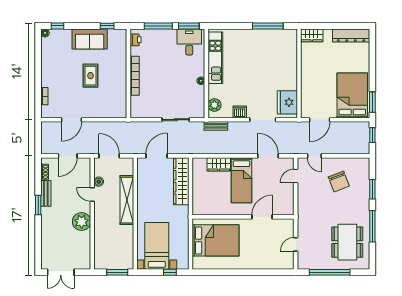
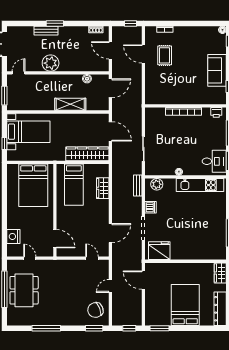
rug: (90, 76) -> (165, 55), moved, turned 90
bed: (352, 95) -> (185, 305), moved, turned -90
window: (38, 134) -> (130, 23), added
door: (314, 156) -> (110, 286), moved
bed: (241, 180) -> (74, 185), moved, turned -90
chair: (339, 181) -> (95, 310), moved
window: (372, 189) -> (94, 328), moved
bench: (46, 193) -> (46, 31), moved
door: (92, 194) -> (18, 73), moved
shelving: (127, 200) -> (70, 104), width x0.68
window: (38, 205) -> (55, 23), moved
door: (262, 217) -> (55, 239), moved
dining table: (347, 242) -> (24, 290), moved, turned 90
nightstand: (272, 262) -> (13, 236), added

